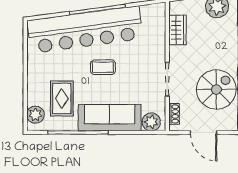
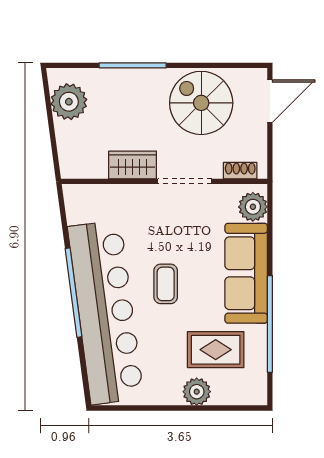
wardrobe: (177, 30) -> (133, 165), moved
plant: (35, 115) -> (197, 392), moved
door: (204, 133) -> (270, 101), moved

